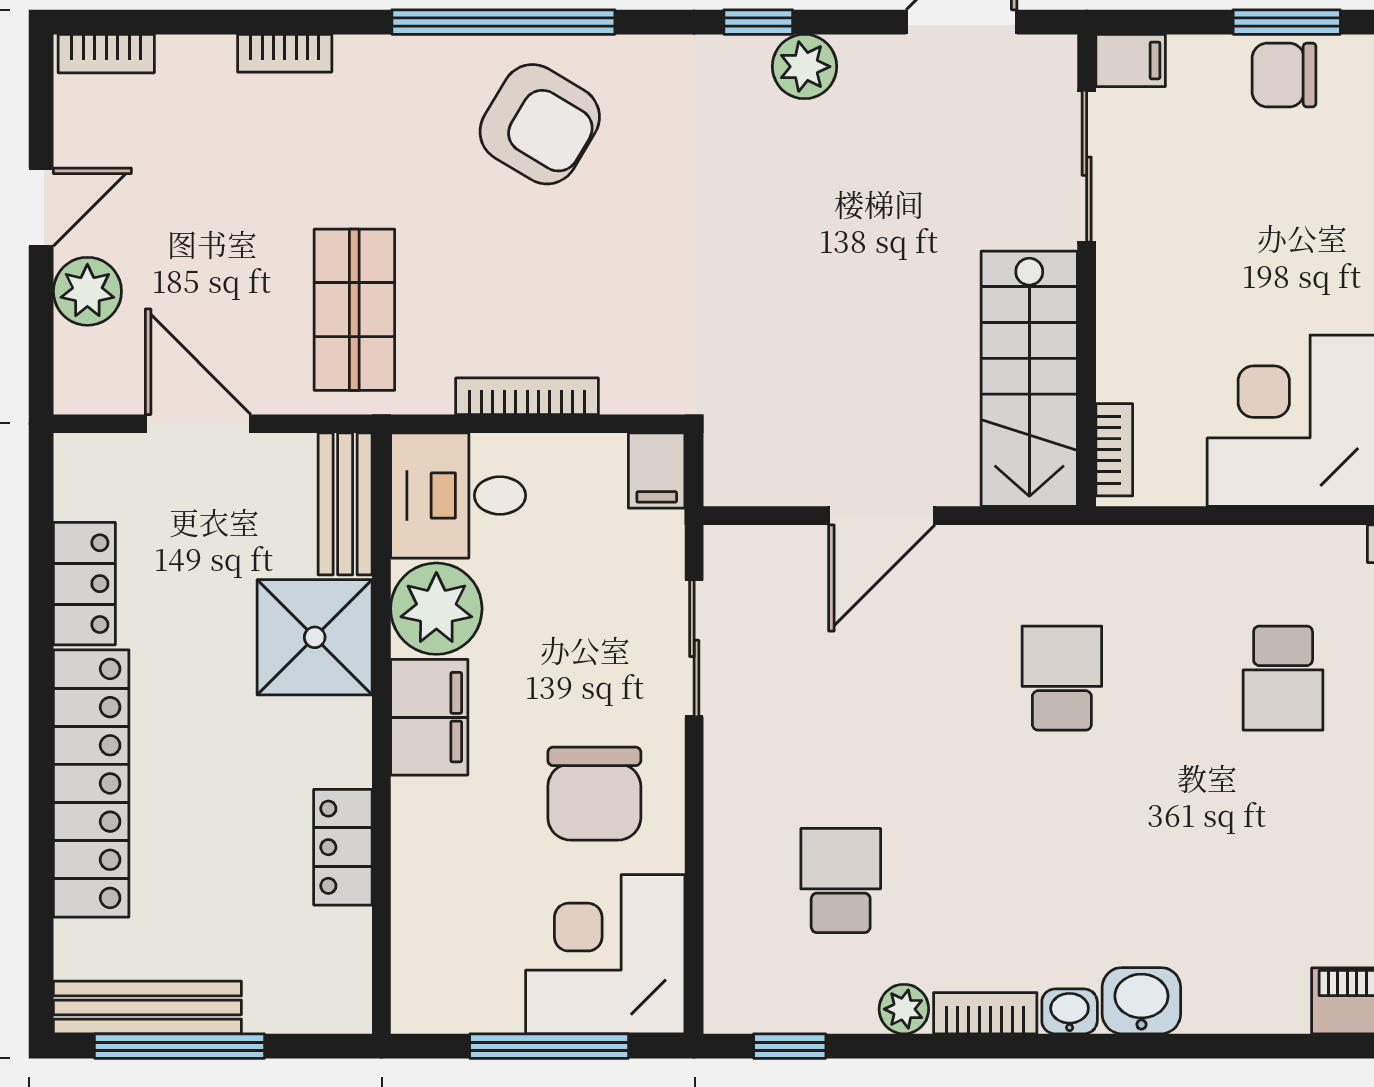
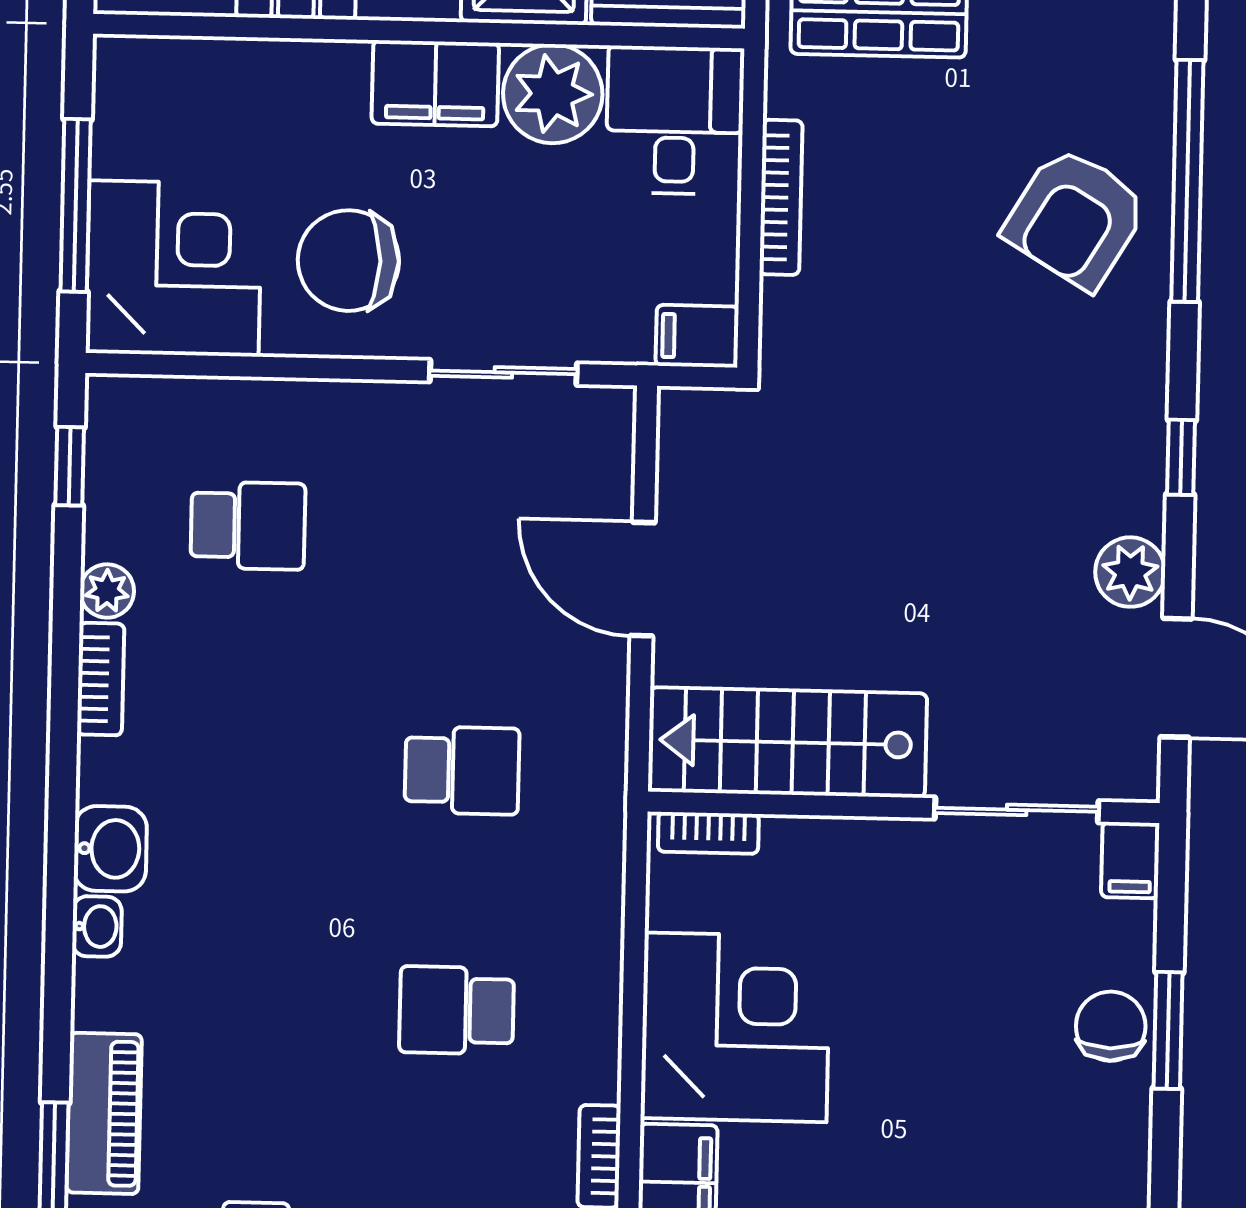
plant: (804, 67) -> (1130, 572), moved
washbasin: (1070, 1011) -> (97, 926), moved

